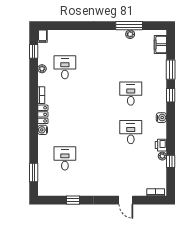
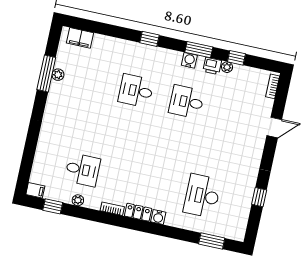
desk: (65, 67) -> (83, 170), turned 180
window: (171, 70) -> (199, 50), moved
water cooler: (161, 118) -> (189, 60), moved
desk: (65, 158) -> (202, 196), width x1.37

